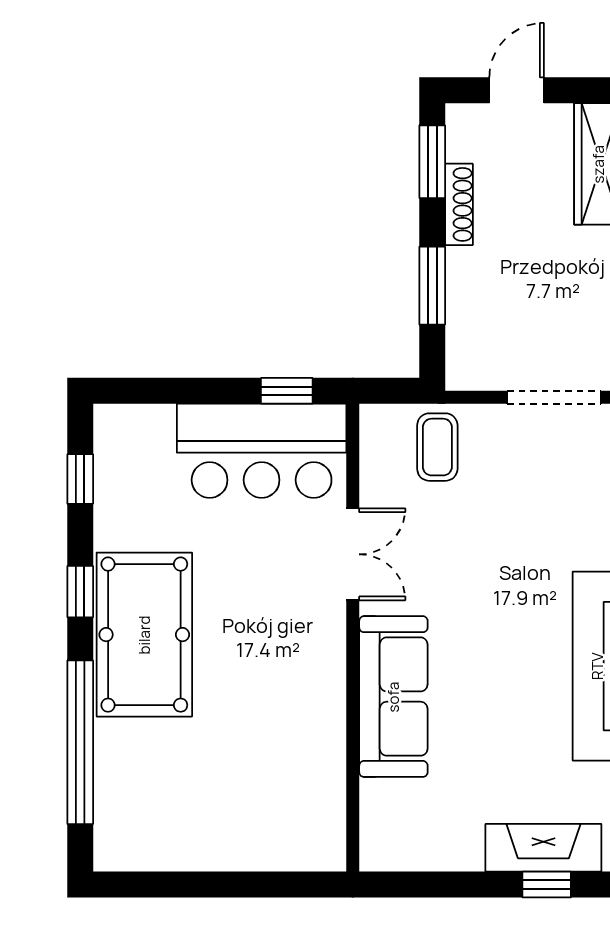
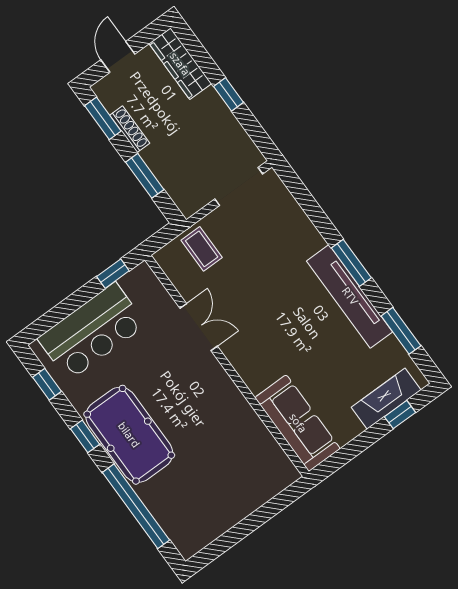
bar counter: (262, 451) -> (92, 332), moved
sofa: (393, 697) -> (298, 423), moved

